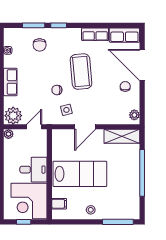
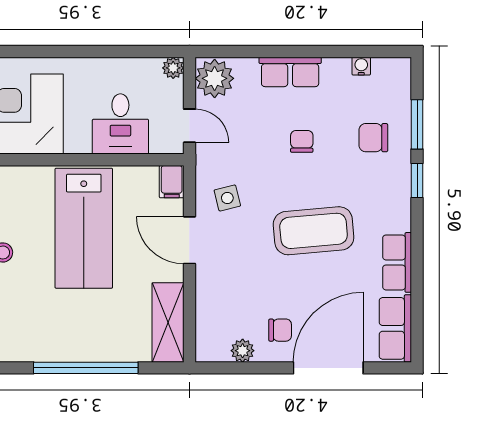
chair: (57, 90) -> (302, 141), moved
plant: (134, 115) -> (243, 351), moved
desk: (33, 170) -> (120, 124), moved
filing cabinet: (59, 204) -> (172, 182), moved

